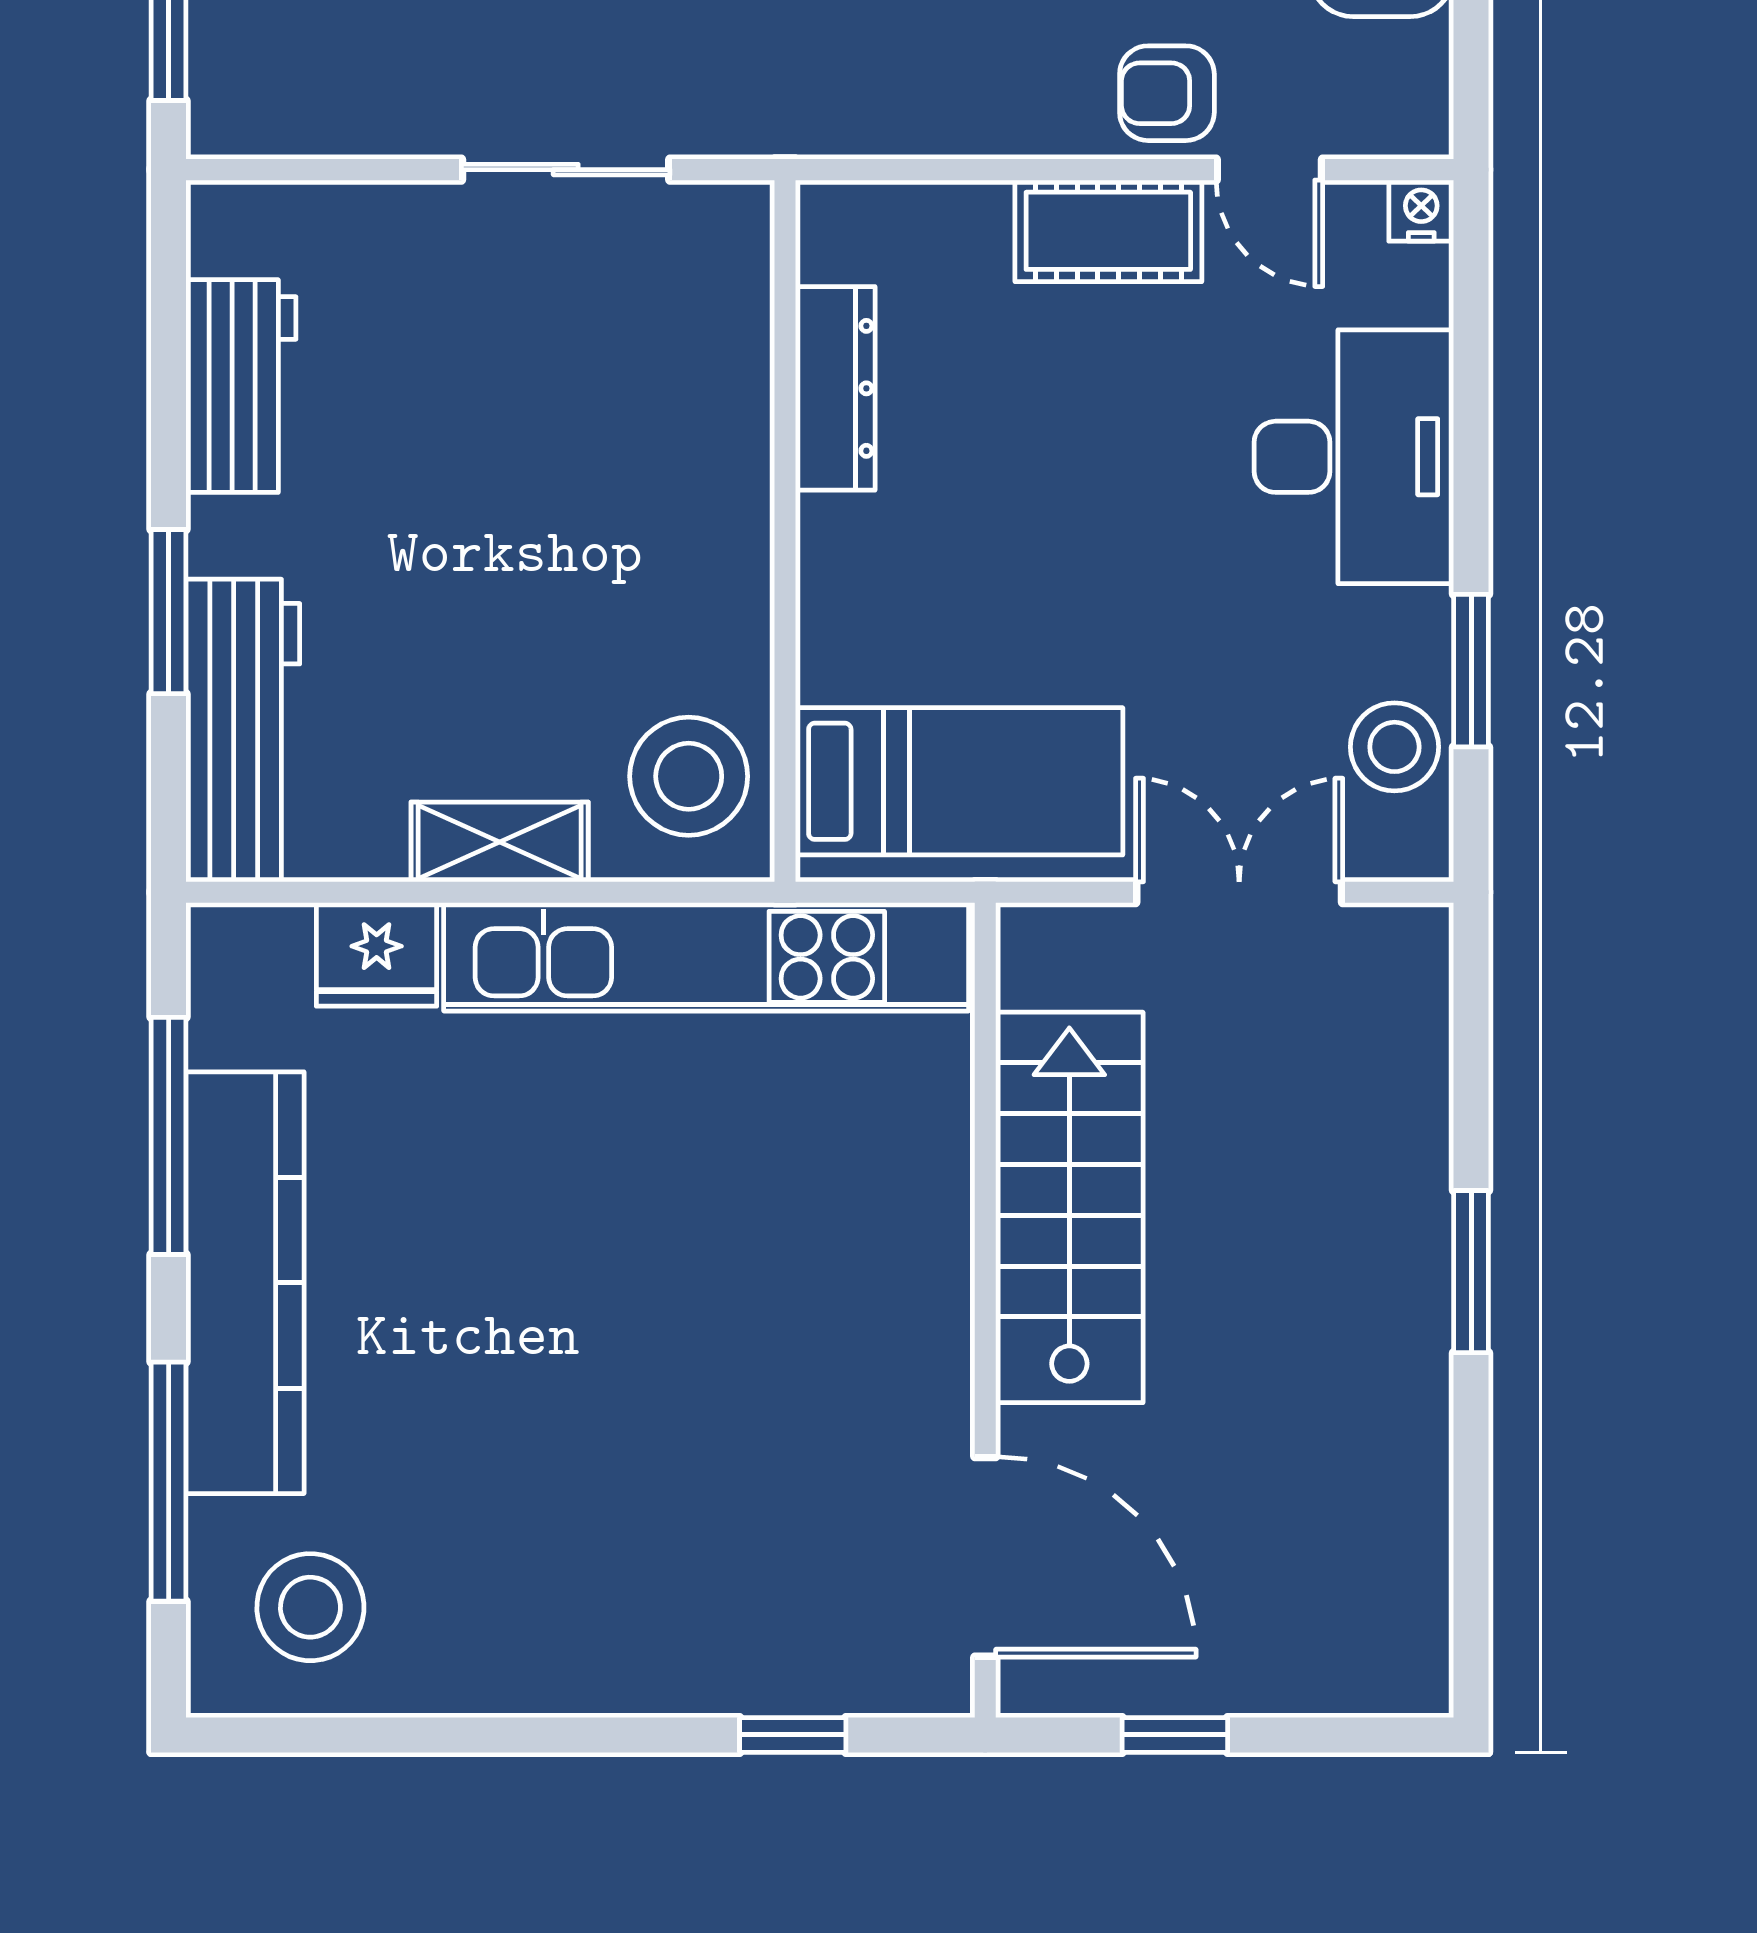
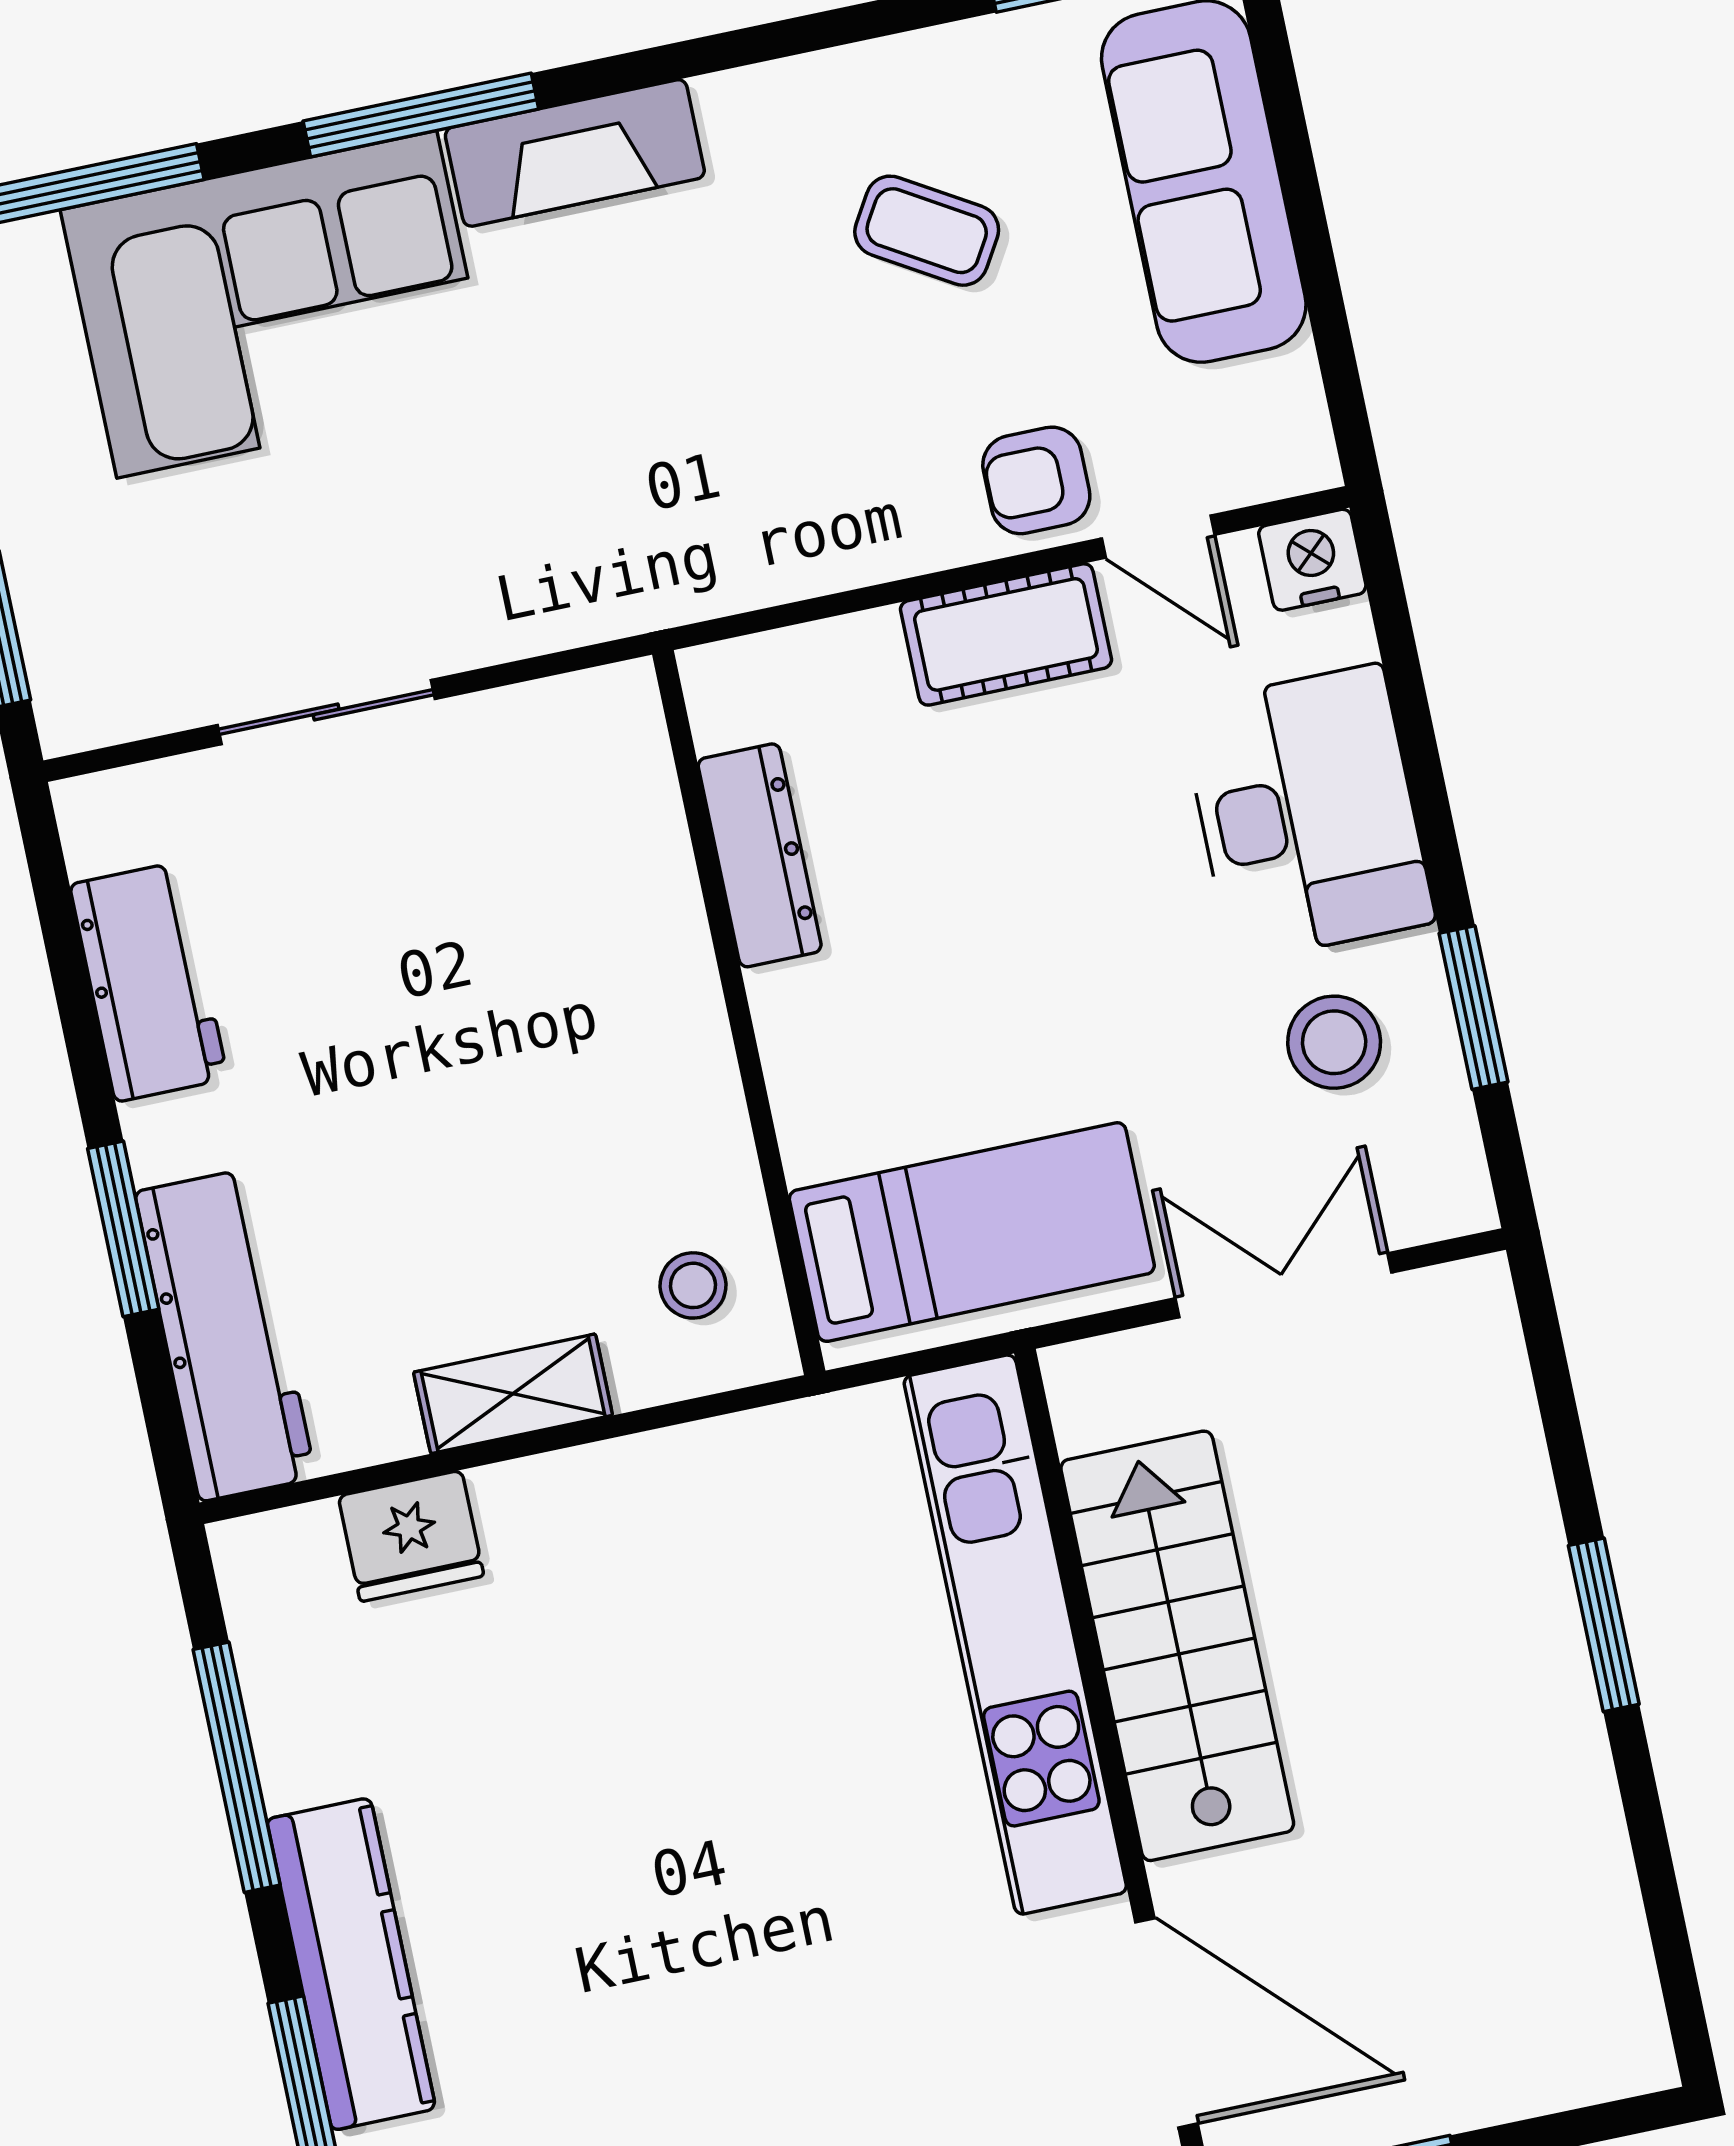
sliding door: (566, 170) -> (326, 712), moved
nightstand: (1421, 211) -> (1312, 560), width x1.39, depth x1.35
stool: (1394, 747) -> (1334, 1042), moved
stool: (689, 776) -> (693, 1285), width x0.53, depth x0.53
kitchen unit: (706, 957) -> (1015, 1635), moved, turned 90
kitchen counter: (245, 1283) -> (351, 1964), width x0.72, depth x0.86

